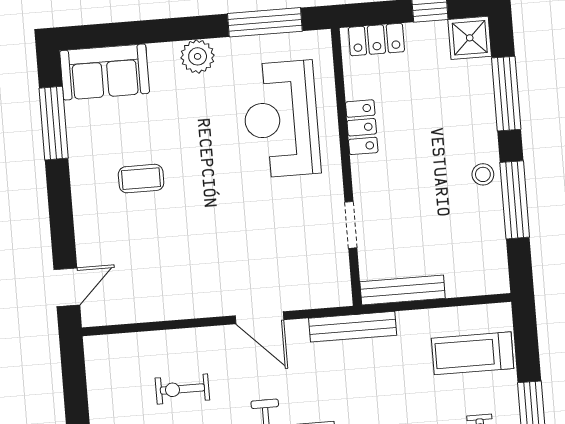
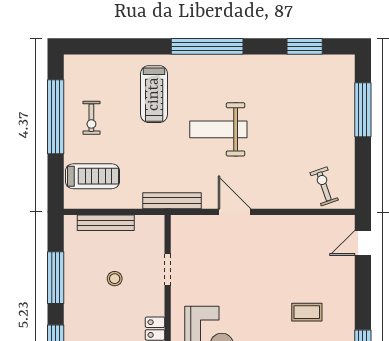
stool: (483, 174) -> (115, 279), moved
bench: (403, 290) -> (106, 223), moved
exercise bike: (182, 389) -> (324, 186), moved, turned -109

